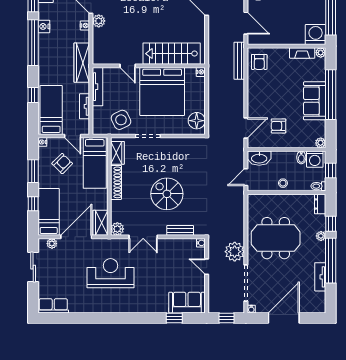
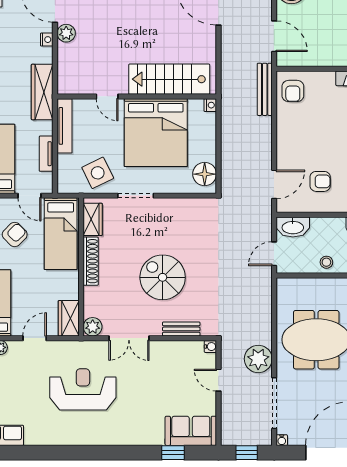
armchair: (278, 126) -> (320, 181), turned 180
door: (76, 237) -> (35, 338), width x0.53

